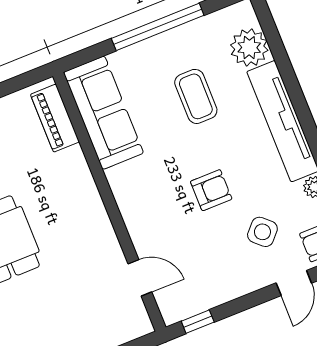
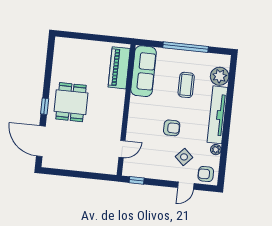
piano: (55, 118) -> (119, 68), width x1.37, depth x1.33
door: (140, 278) -> (122, 149), hinge flipped

